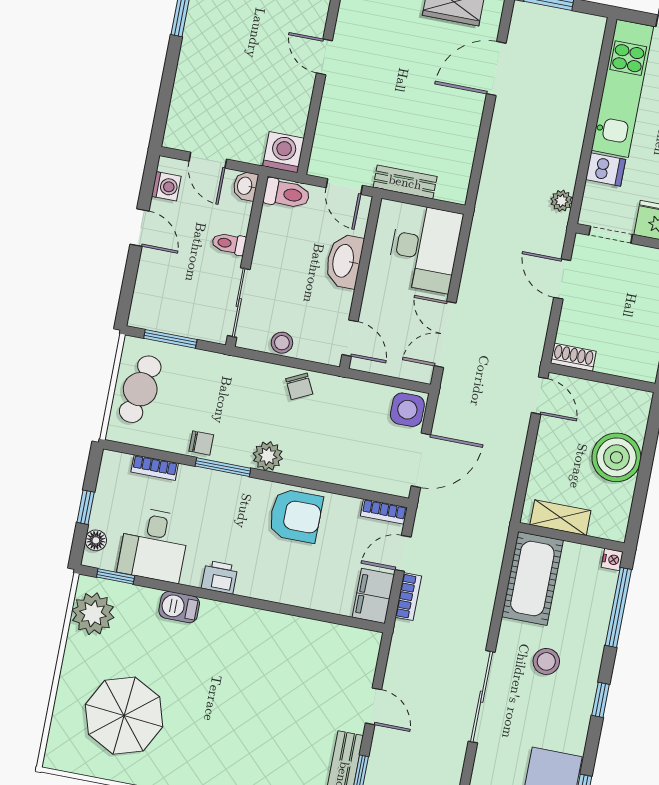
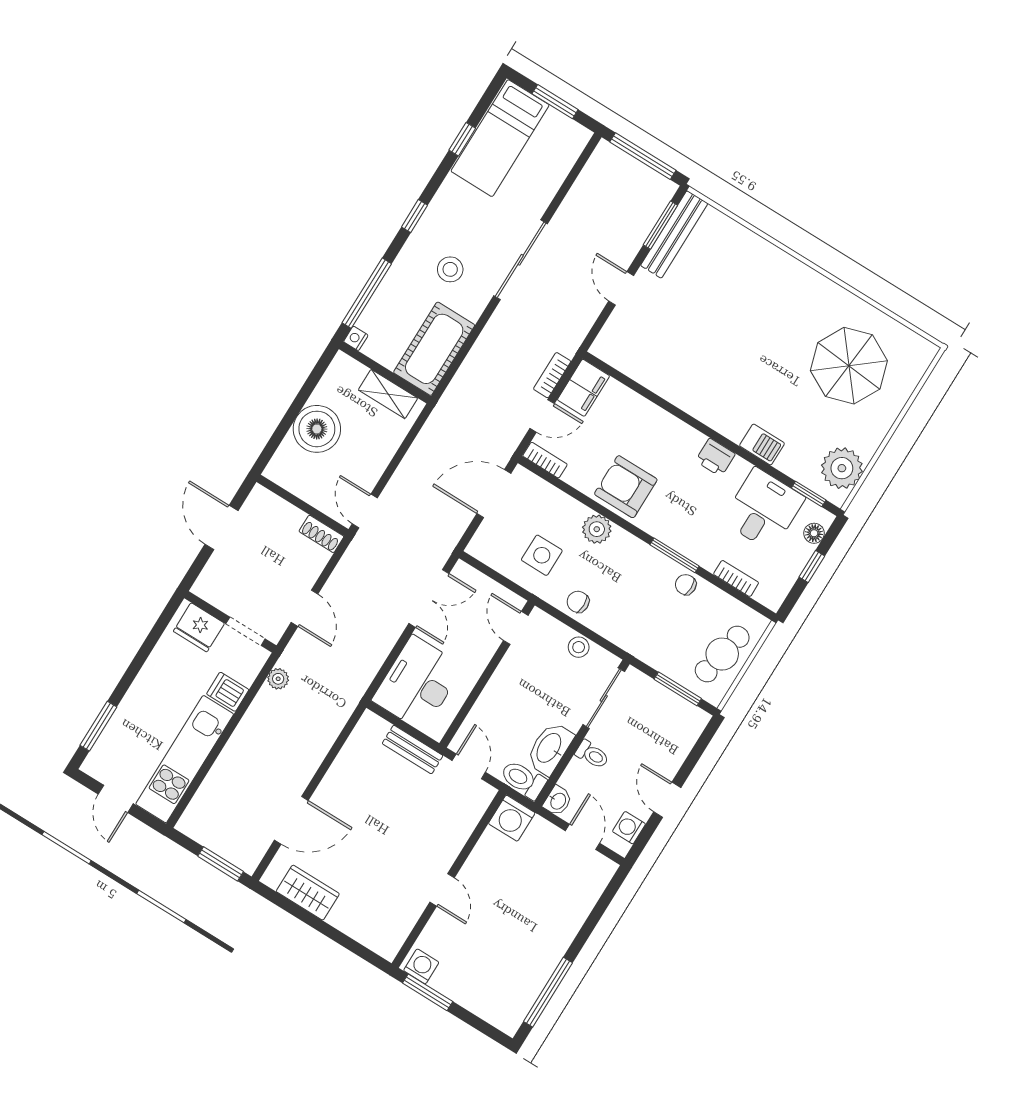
washbasin: (344, 261) -> (550, 748), moved, turned 180
chair: (299, 386) -> (578, 602), turned -64
side table: (407, 410) -> (542, 555), moved
plant: (268, 456) -> (597, 529), moved

